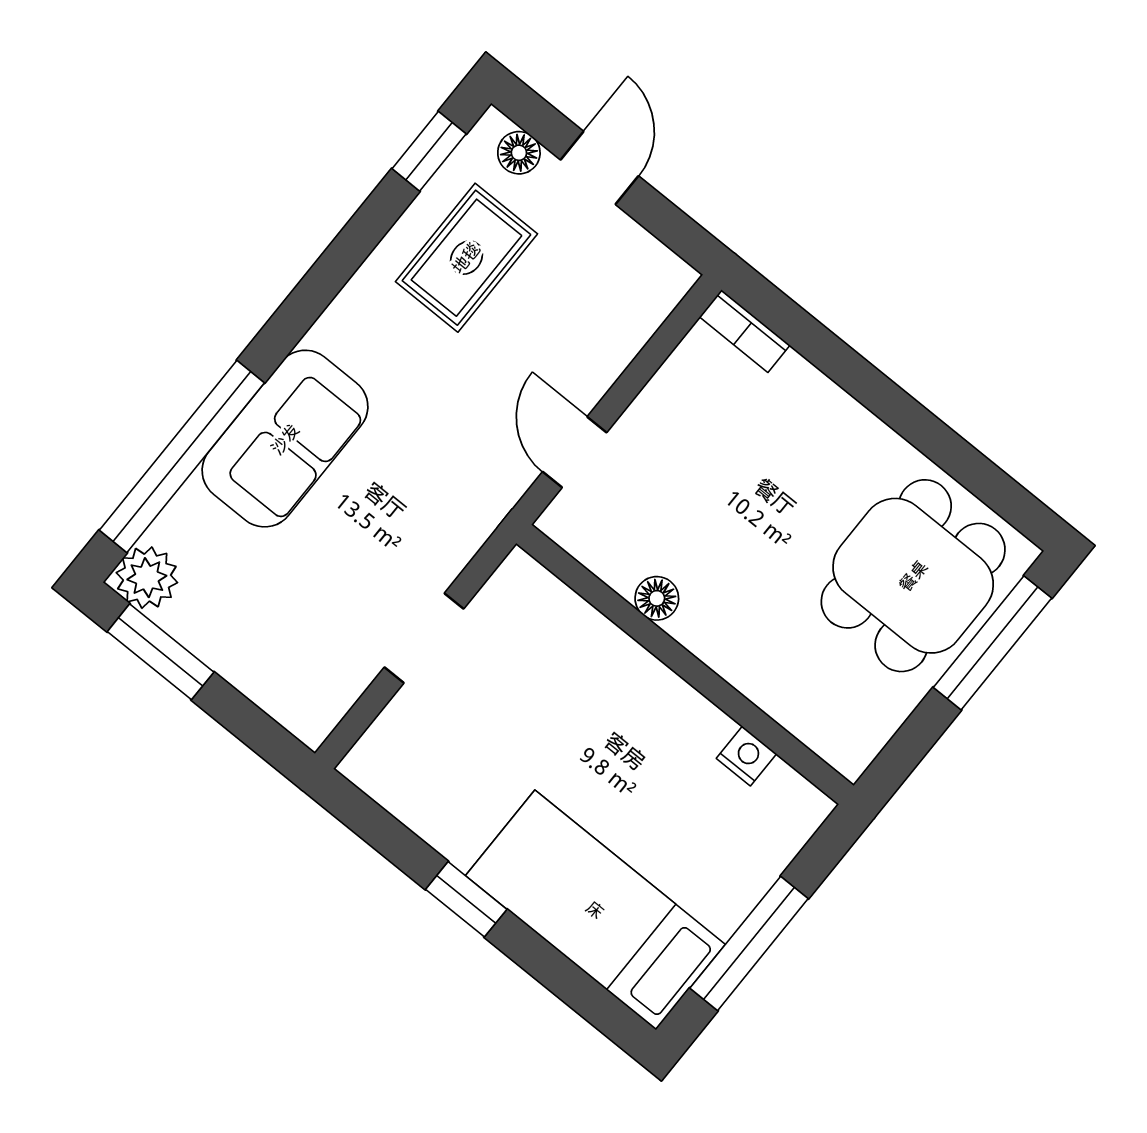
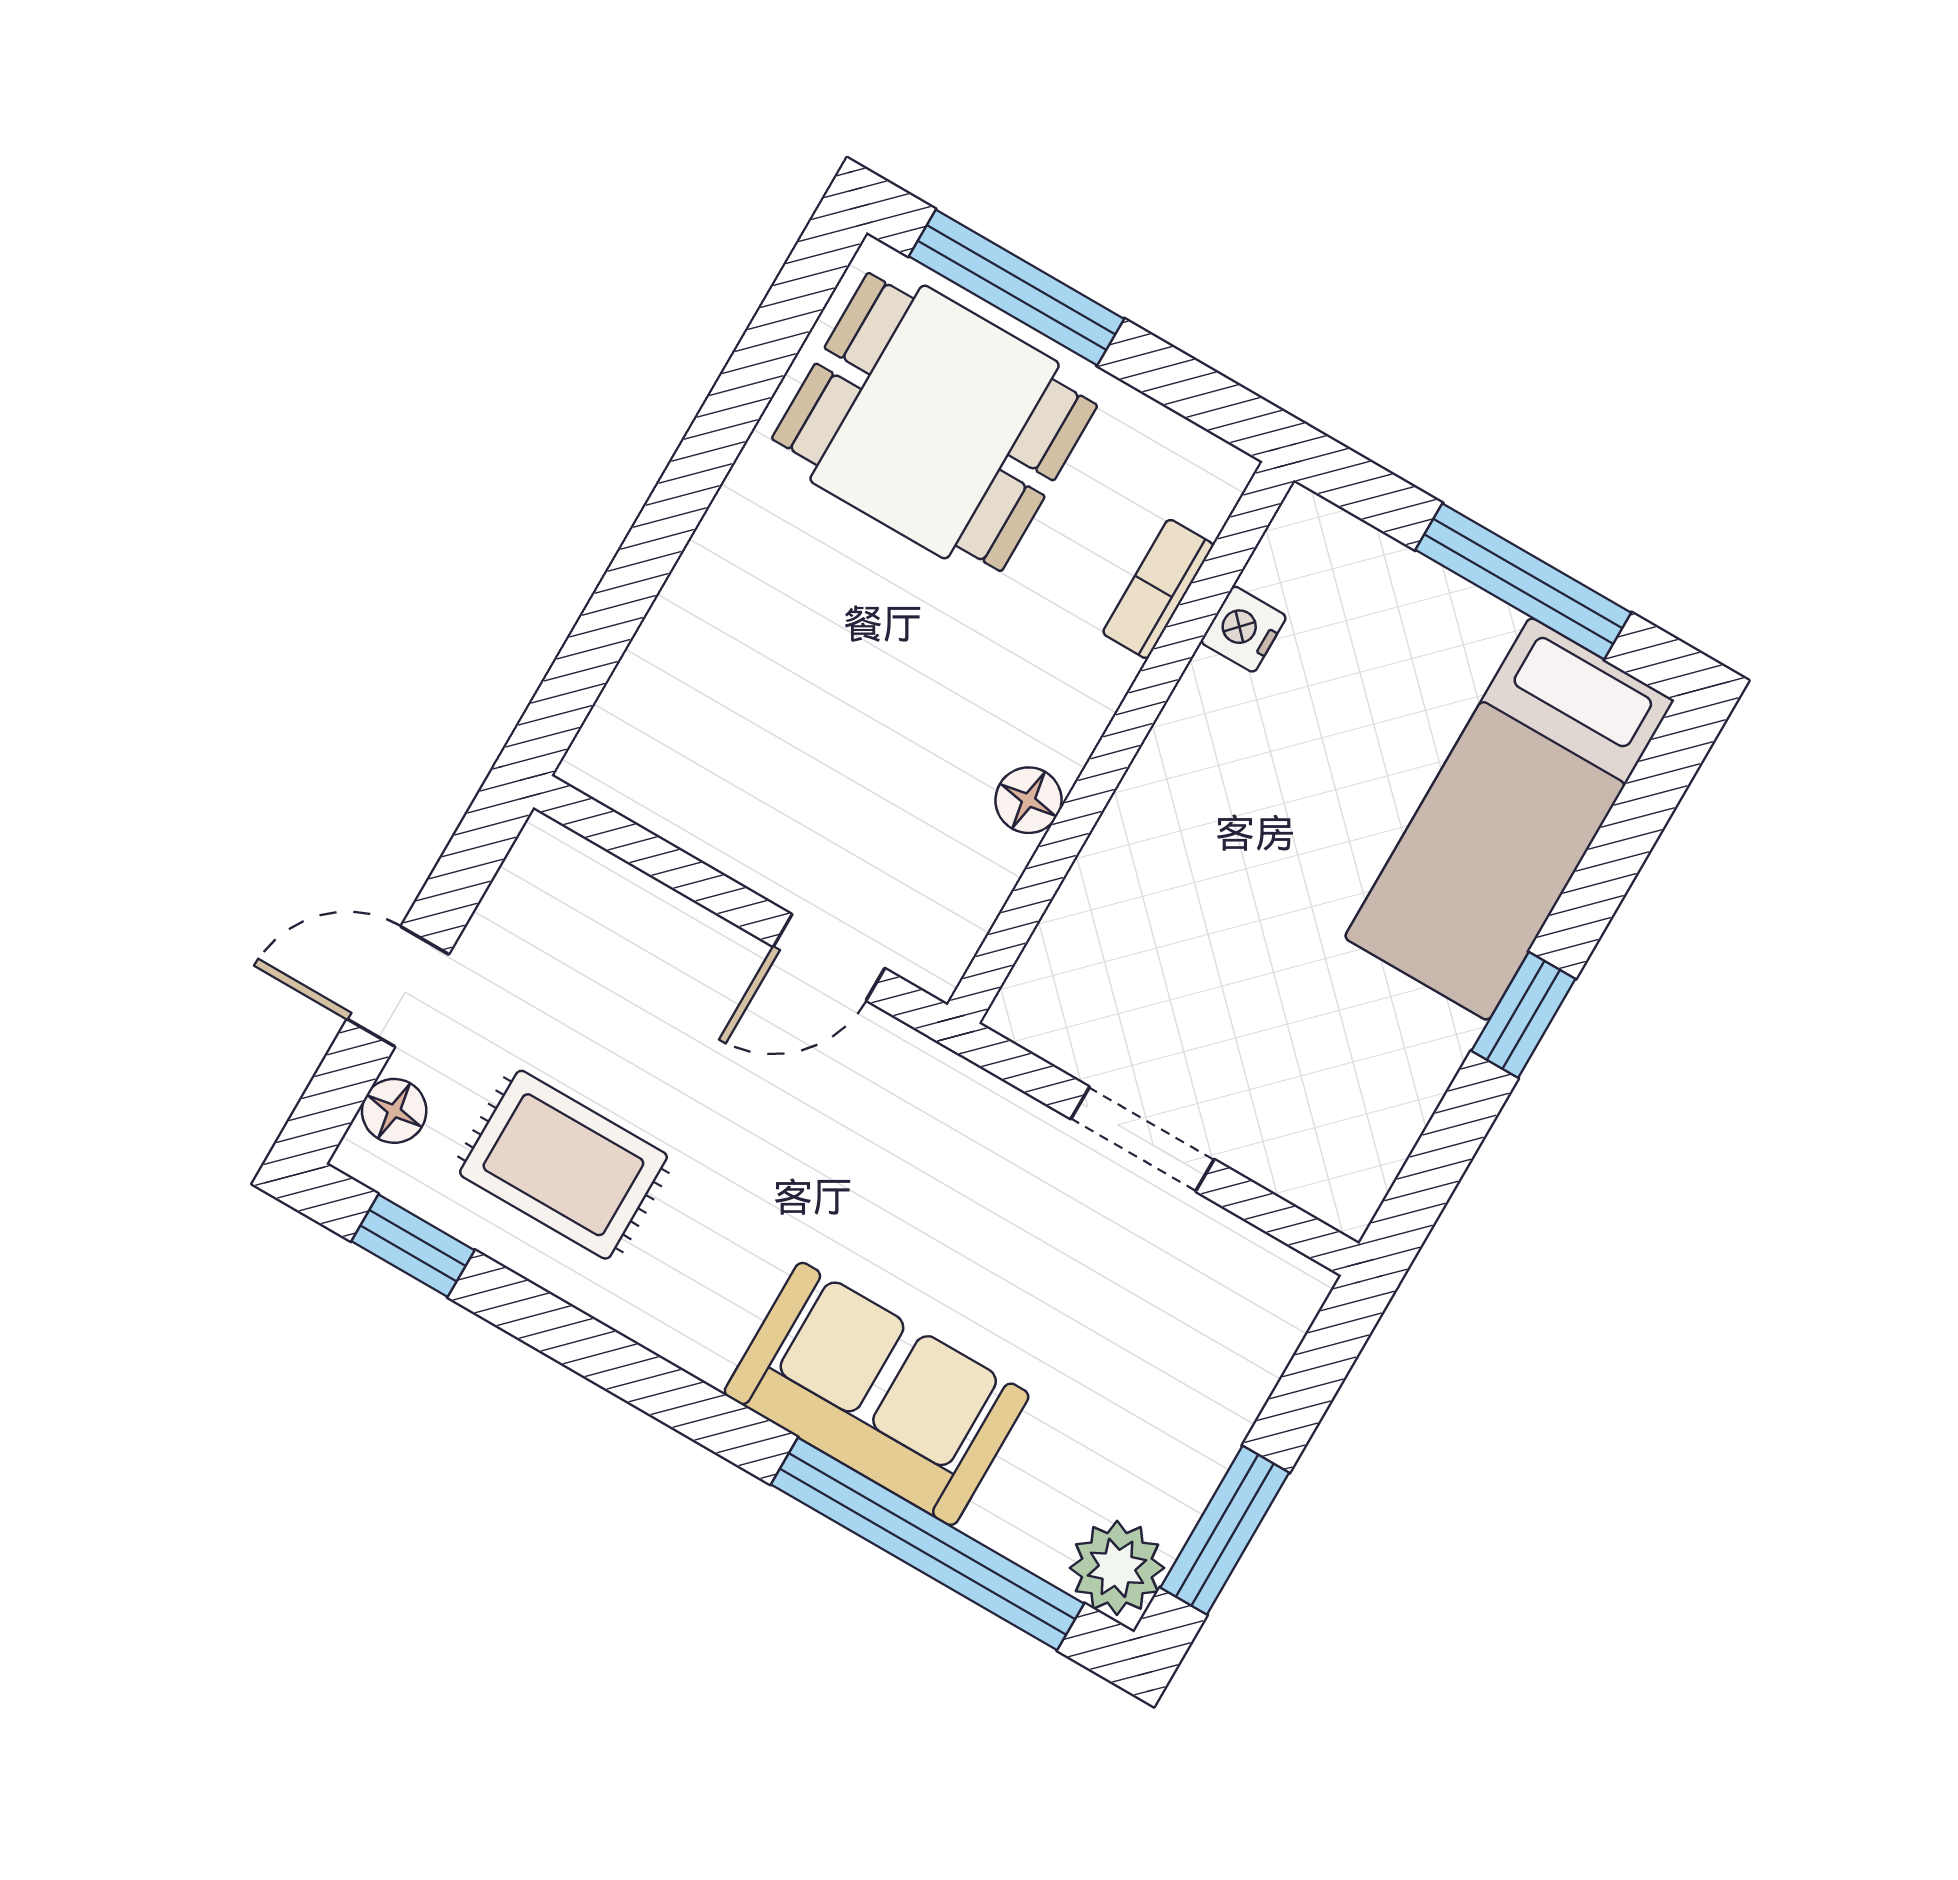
bookcase: (745, 331) -> (1158, 589), moved, turned 180

